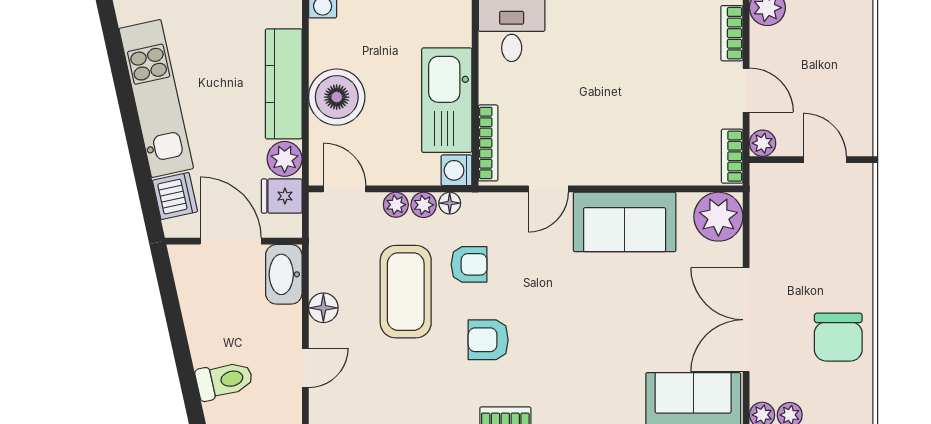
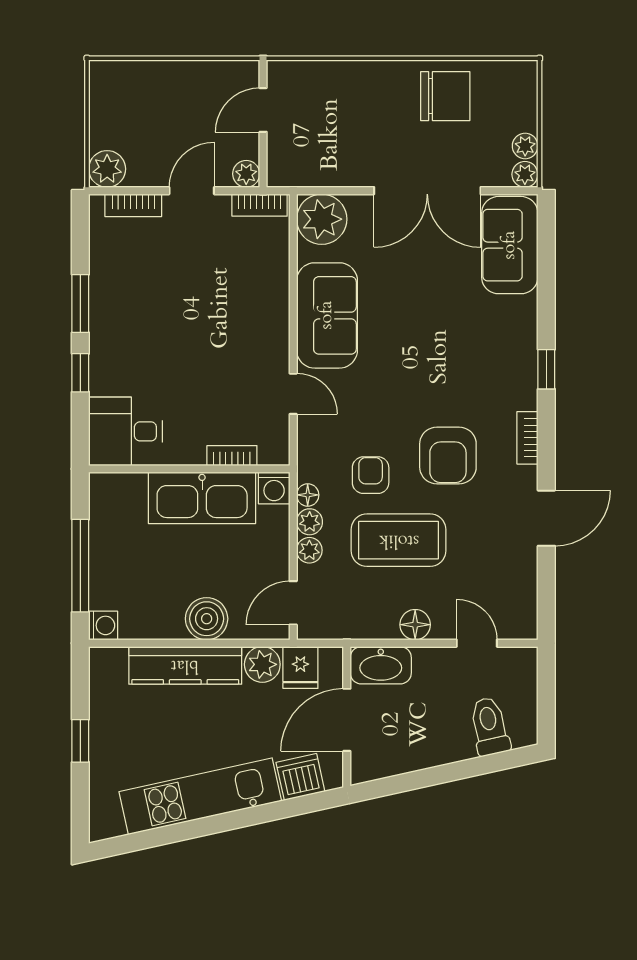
boiler: (337, 97) -> (207, 619), width x0.73, depth x0.73
bookcase: (488, 143) -> (232, 456), width x0.64
armchair: (488, 340) -> (448, 455), width x1.38, depth x1.38

